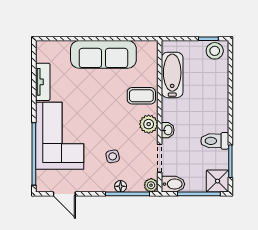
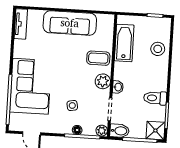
stool: (215, 51) -> (158, 49), moved
tv unit: (43, 82) -> (21, 24), moved

